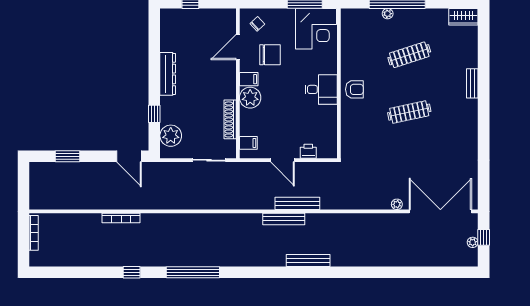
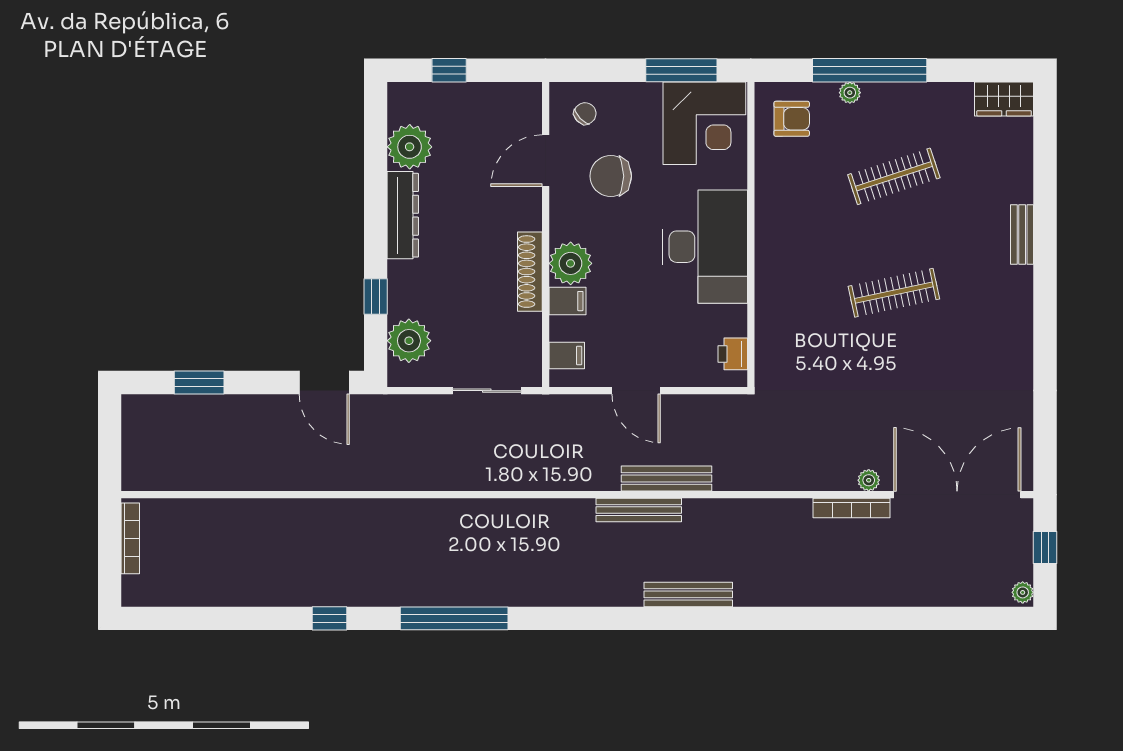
plant: (171, 40) -> (410, 147), added
chair: (270, 55) -> (611, 176), turned 180
filing cabinet: (249, 79) -> (567, 301), moved
desk: (321, 89) -> (705, 247), width x1.87, depth x1.30
armchair: (354, 89) -> (792, 119), moved
shoe rack: (230, 119) -> (530, 272), moved
printer: (308, 151) -> (733, 354), moved, turned -90
bookcase: (121, 218) -> (851, 508), moved
plant: (473, 242) -> (1023, 592), moved

